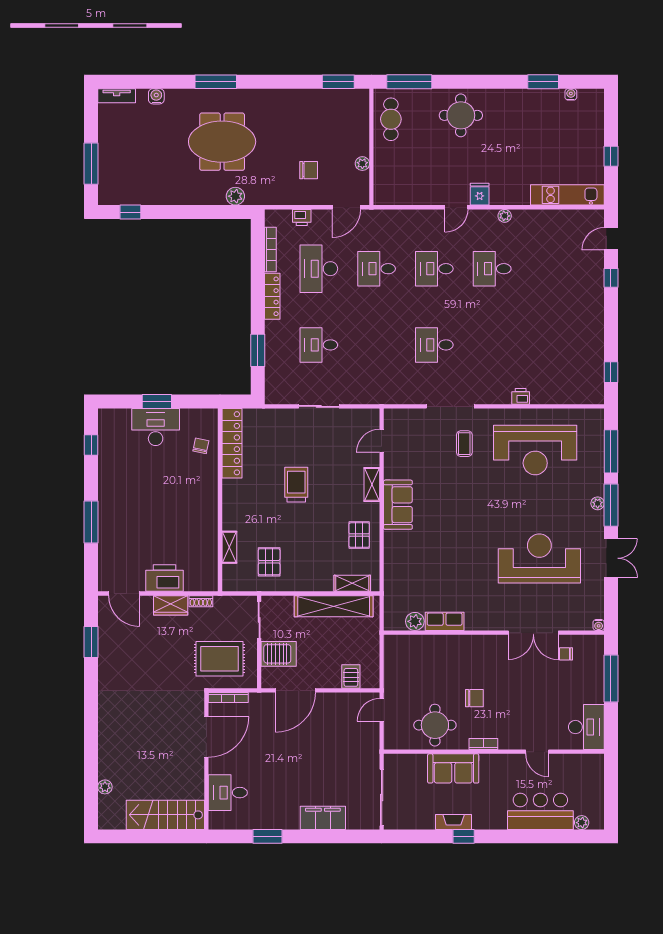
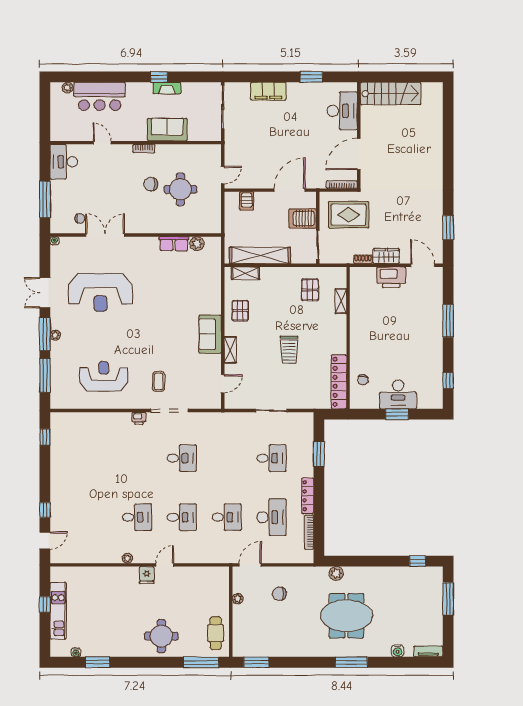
kitchen unit: (567, 195) -> (58, 611), moved, turned -90
printer: (302, 218) -> (285, 557), removed
printer: (521, 396) -> (139, 418), moved
reception desk: (535, 450) -> (104, 377), width x0.74, depth x0.77
round table: (435, 725) -> (180, 189), moved
plant: (105, 787) -> (437, 115), removed
desk: (228, 793) -> (342, 111), width x1.37

